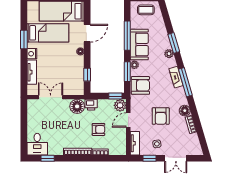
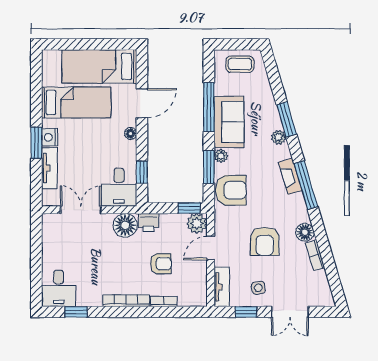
window: (24, 40) -> (36, 143), moved
desk: (73, 84) -> (119, 187), added

